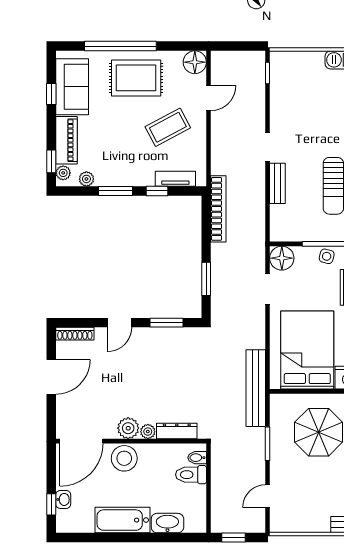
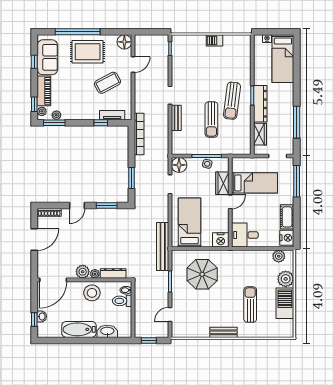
window: (115, 191) -> (54, 123), moved
bed: (307, 350) -> (190, 223), width x0.67
stool: (124, 458) -> (92, 293), moved

